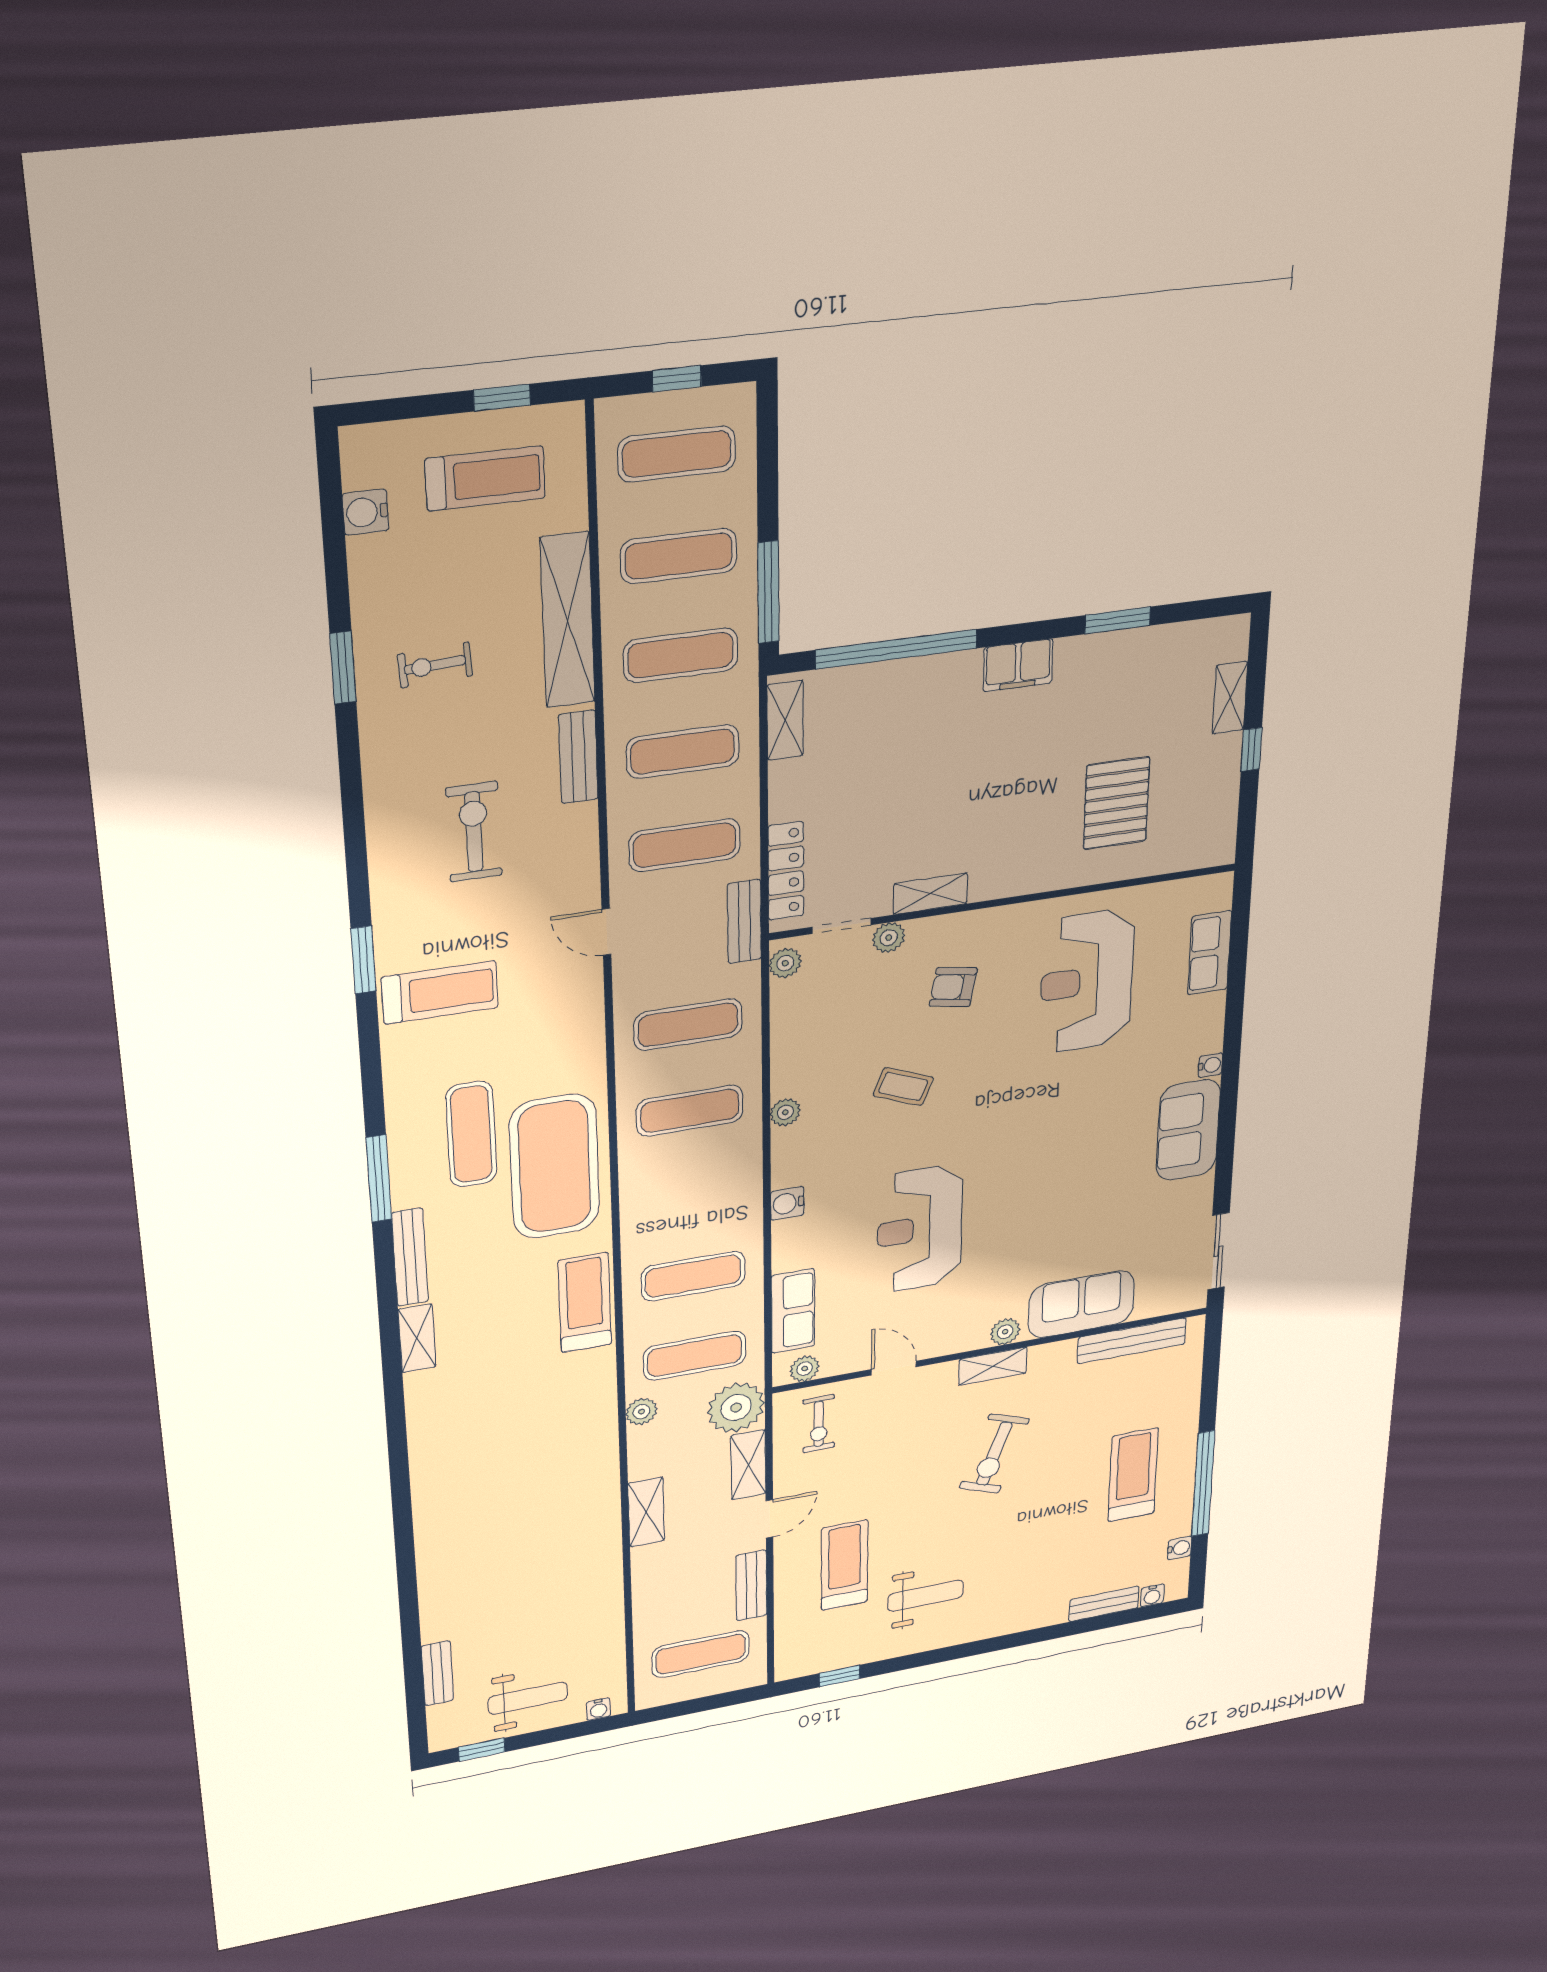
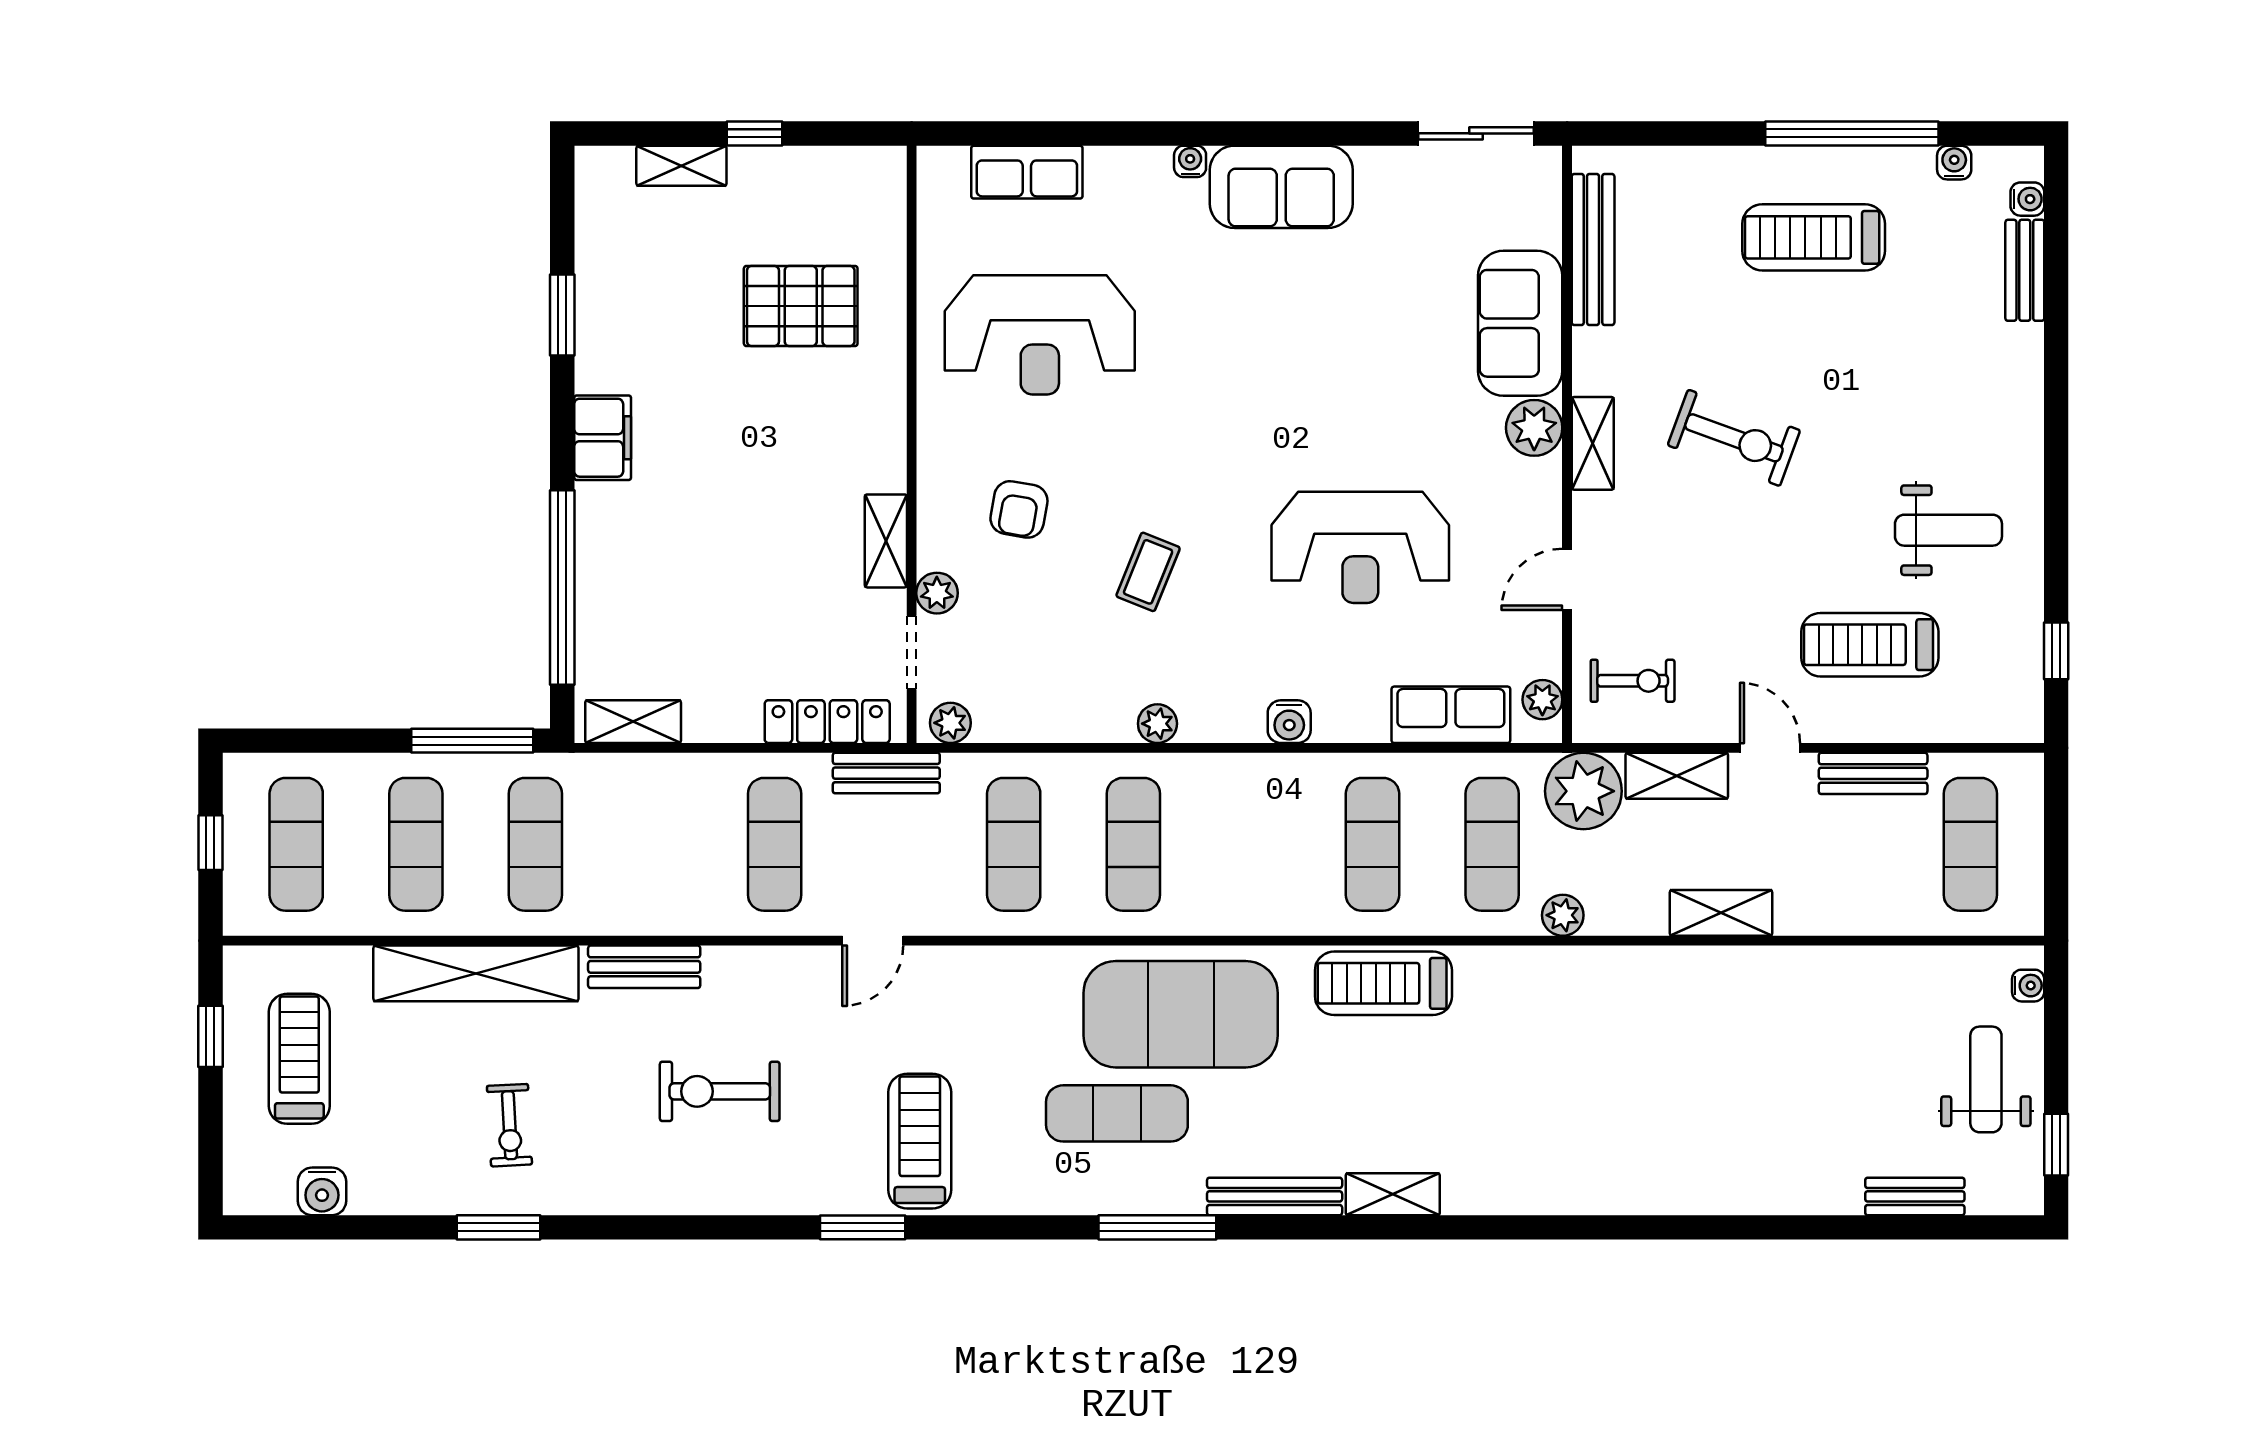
exercise mat: (683, 752) -> (655, 844), removed
plant: (1005, 1332) -> (1534, 428), width x1.38, depth x1.38
weight bench: (926, 1596) -> (1948, 530), turned 90

